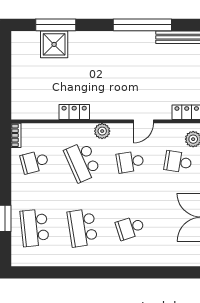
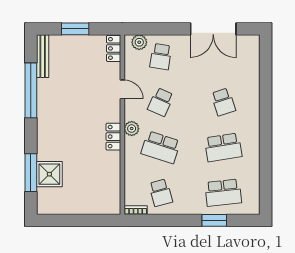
locker: (74, 112) -> (113, 137), moved
school desk: (82, 162) -> (161, 147), turned 42
school desk: (130, 162) -> (161, 102), turned 33

